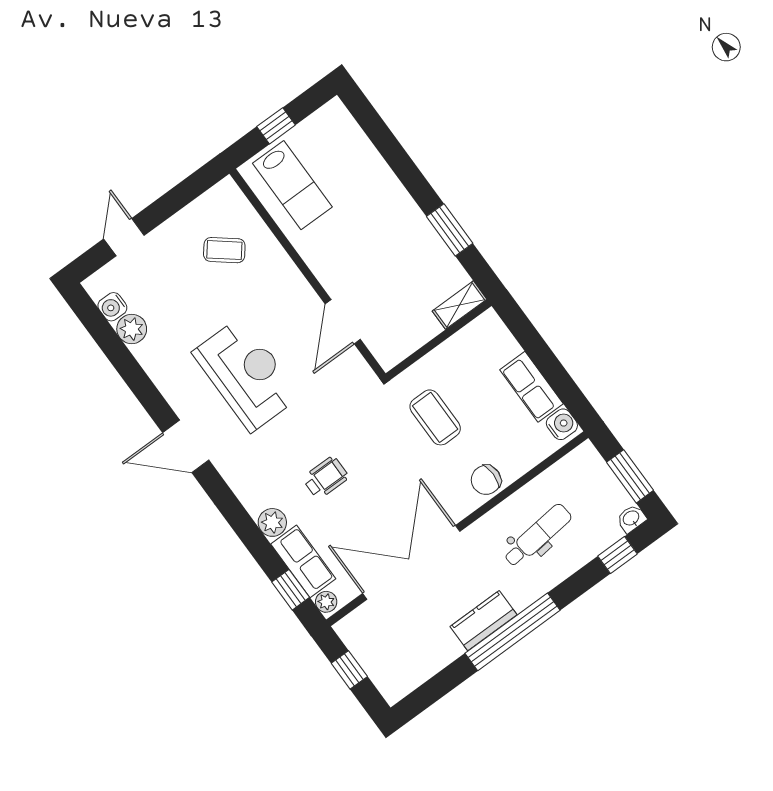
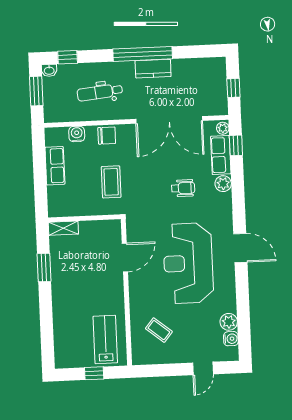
reception desk: (246, 374) -> (188, 263), width x1.36, depth x1.30
water cooler: (562, 424) -> (77, 134), moved, turned 90
wheelchair: (326, 478) -> (183, 188), turned 180

